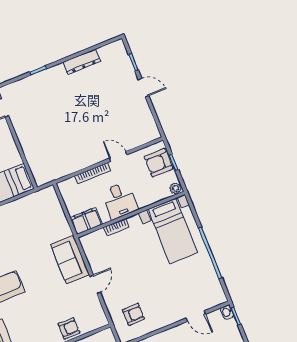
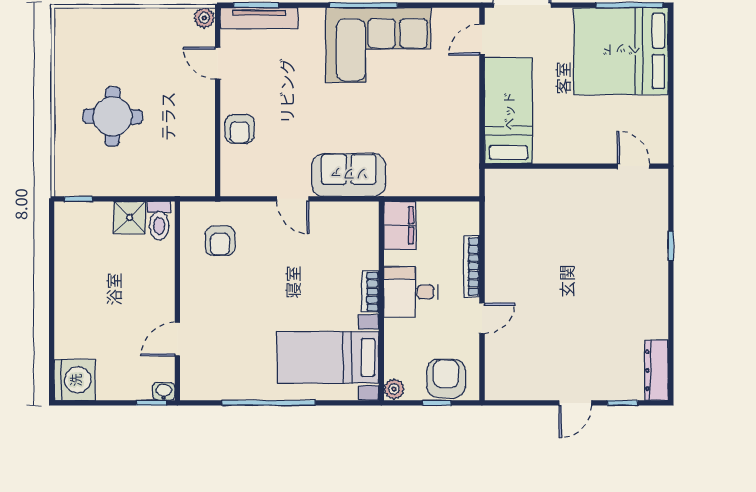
dresser: (82, 62) -> (657, 370), moved
bookcase: (116, 227) -> (370, 292), moved

